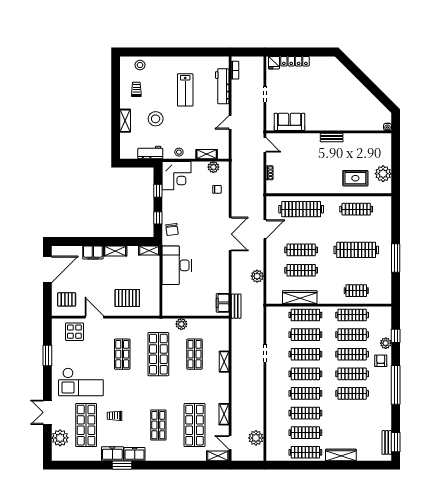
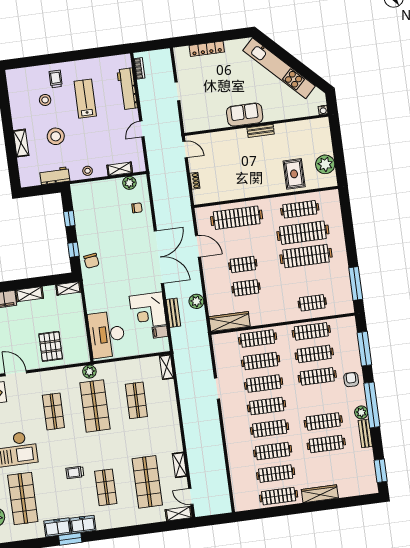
fridge: (274, 63) -> (183, 54), removed
stool: (140, 65) -> (45, 100), moved
kitchen unit: (355, 86) -> (279, 68), added
trolley: (136, 89) -> (56, 79), moved
lab bench: (185, 90) -> (85, 99), turned 180
sofa: (289, 122) -> (245, 115), moved
corner desk: (176, 176) -> (148, 310), moved, turned 90
rug: (355, 178) -> (294, 174), turned 90
door: (265, 229) -> (198, 246), hinge flipped
clothes rail: (356, 230) -> (303, 233), added
double door: (230, 234) -> (159, 257), width x1.36
clothes rail: (301, 250) -> (243, 264), width x0.73
window: (396, 258) -> (356, 284), moved
desk: (177, 265) -> (107, 334), moved
clothes rail: (301, 270) -> (246, 288), width x0.73
wardrobe: (300, 297) -> (230, 321), moved
pallet: (127, 298) -> (51, 346), turned 90
filing cabinet: (223, 303) -> (160, 332), width x0.50
bench: (236, 306) -> (173, 313), moved
plant: (181, 324) -> (89, 372), moved
window: (396, 336) -> (364, 349), width x2.17
plant: (386, 343) -> (361, 412), moved
shelving: (224, 362) -> (167, 367), moved
clothes rail: (352, 374) -> (326, 444), moved
trolley: (115, 416) -> (75, 472), moved
plant: (256, 438) -> (220, 487), removed
bench: (387, 442) -> (365, 433), moved

